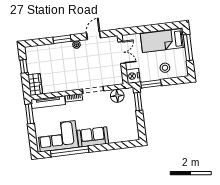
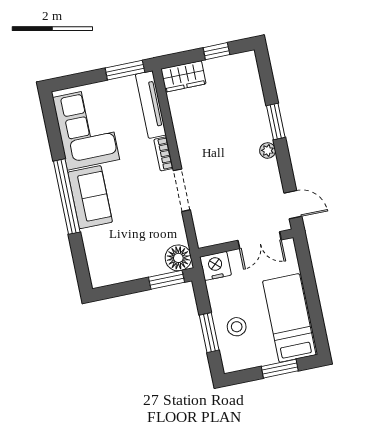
door: (93, 35) -> (293, 205), moved
window: (188, 48) -> (280, 369), width x0.69
window: (151, 84) -> (209, 333), moved
floor lamp: (117, 96) -> (178, 258), moved
window: (70, 151) -> (67, 197), moved

